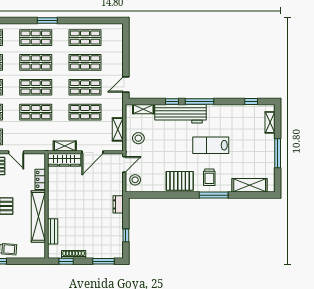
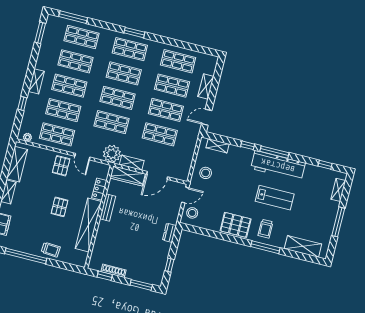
window: (47, 21) -> (134, 33), moved
workbench: (180, 114) -> (278, 166), moved
shelving: (118, 129) -> (206, 87), moved
plant: (44, 142) -> (112, 154), added
lab bench: (211, 145) -> (275, 198), turned 180
bench: (53, 231) -> (108, 208), moved

